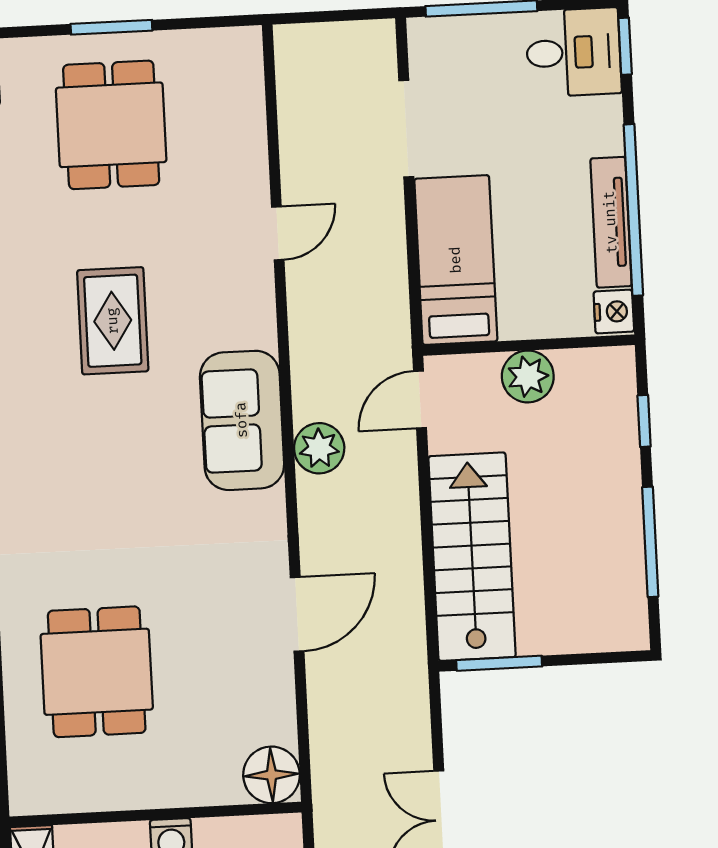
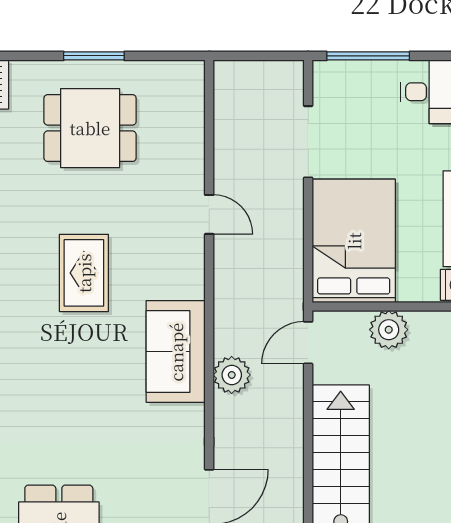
dining table: (111, 125) -> (90, 128), turned 90
door: (278, 233) -> (209, 214), hinge flipped
bed: (456, 260) -> (354, 241), width x1.50

